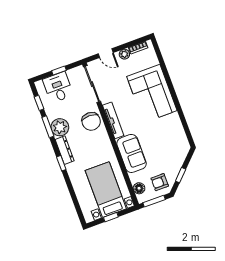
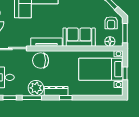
chair: (91, 121) -> (41, 60), turned 180

